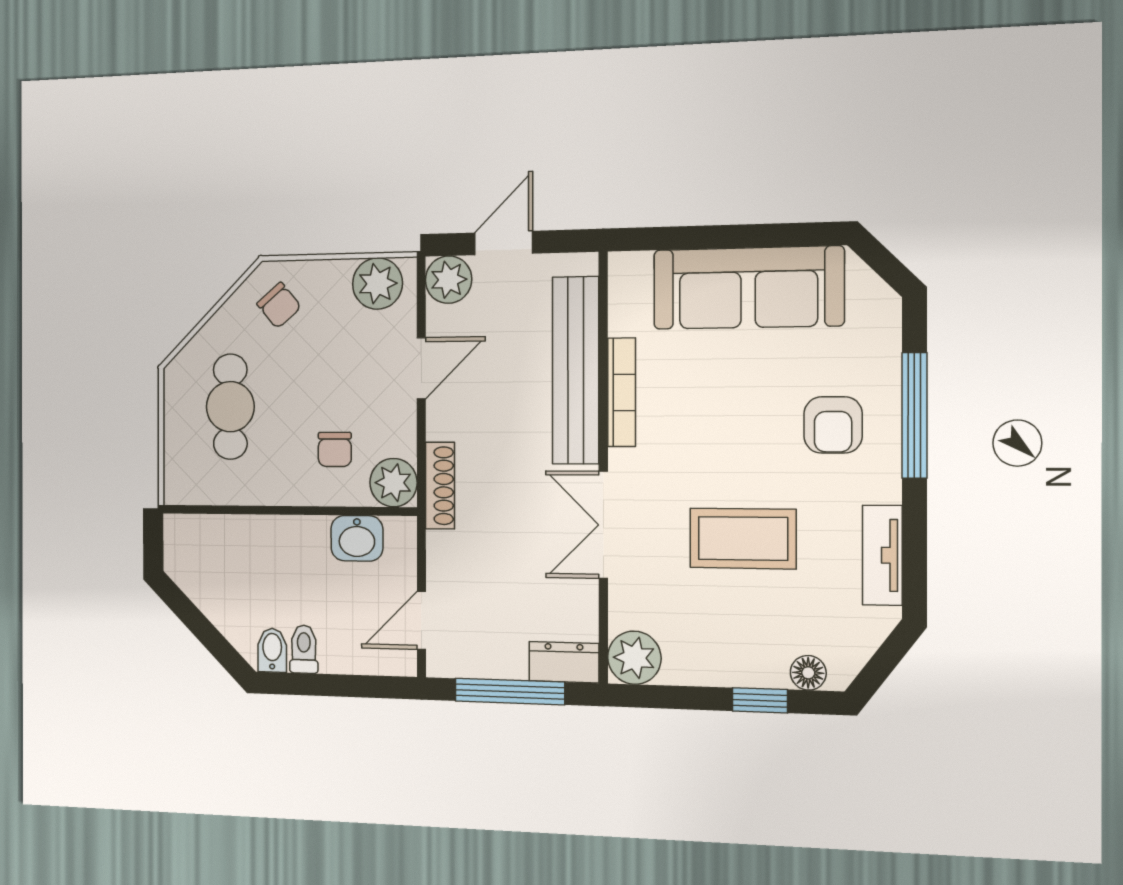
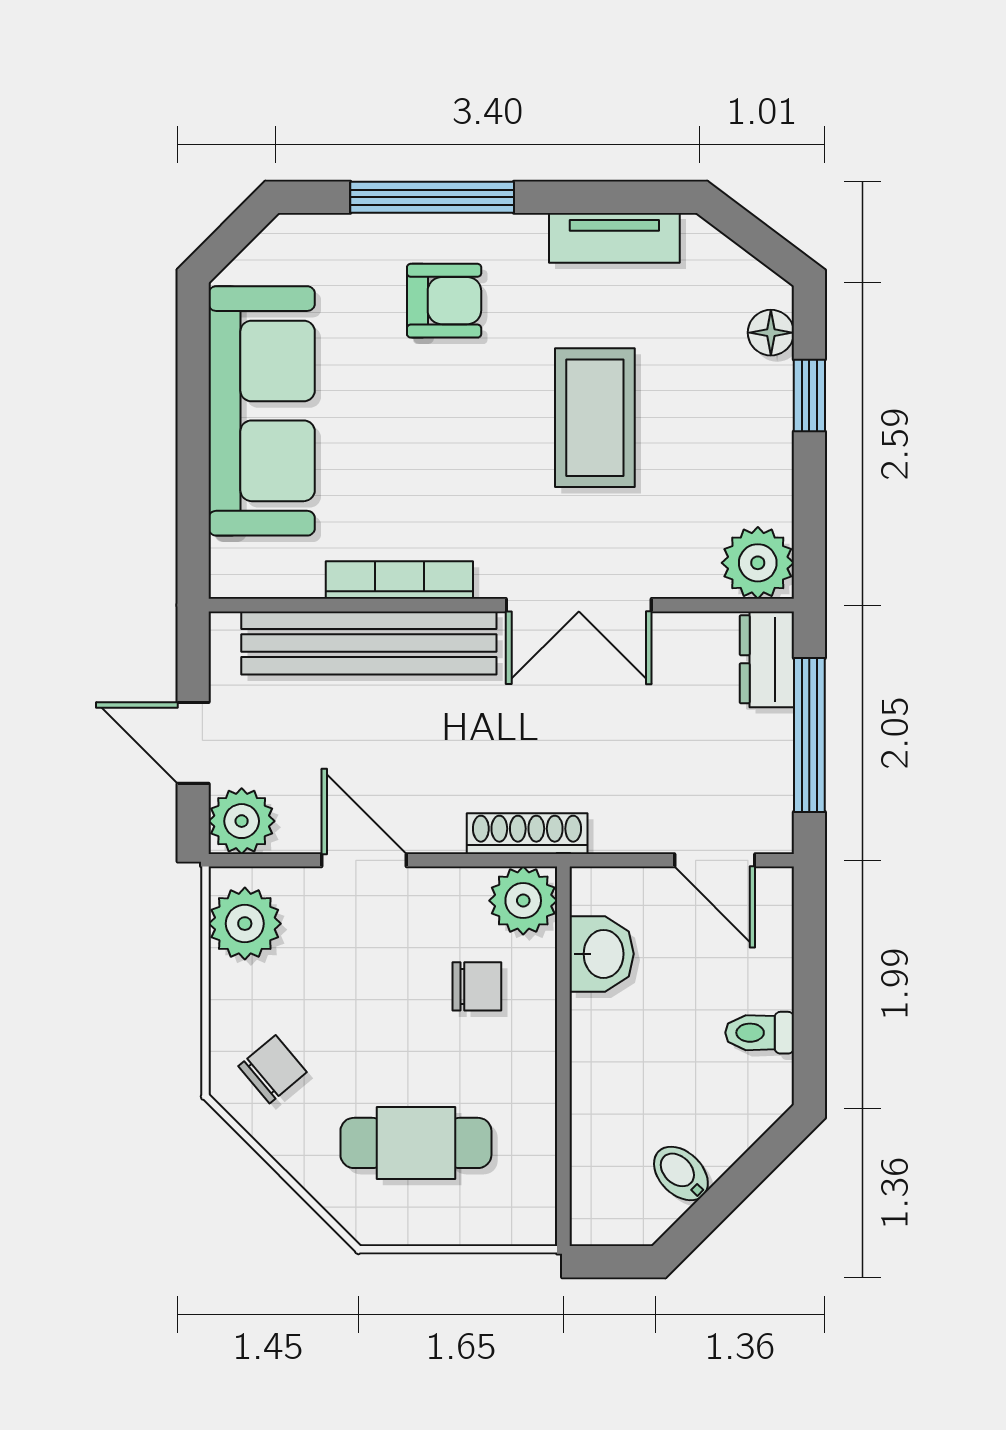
bidet: (272, 650) -> (681, 1173), moved, turned 45

